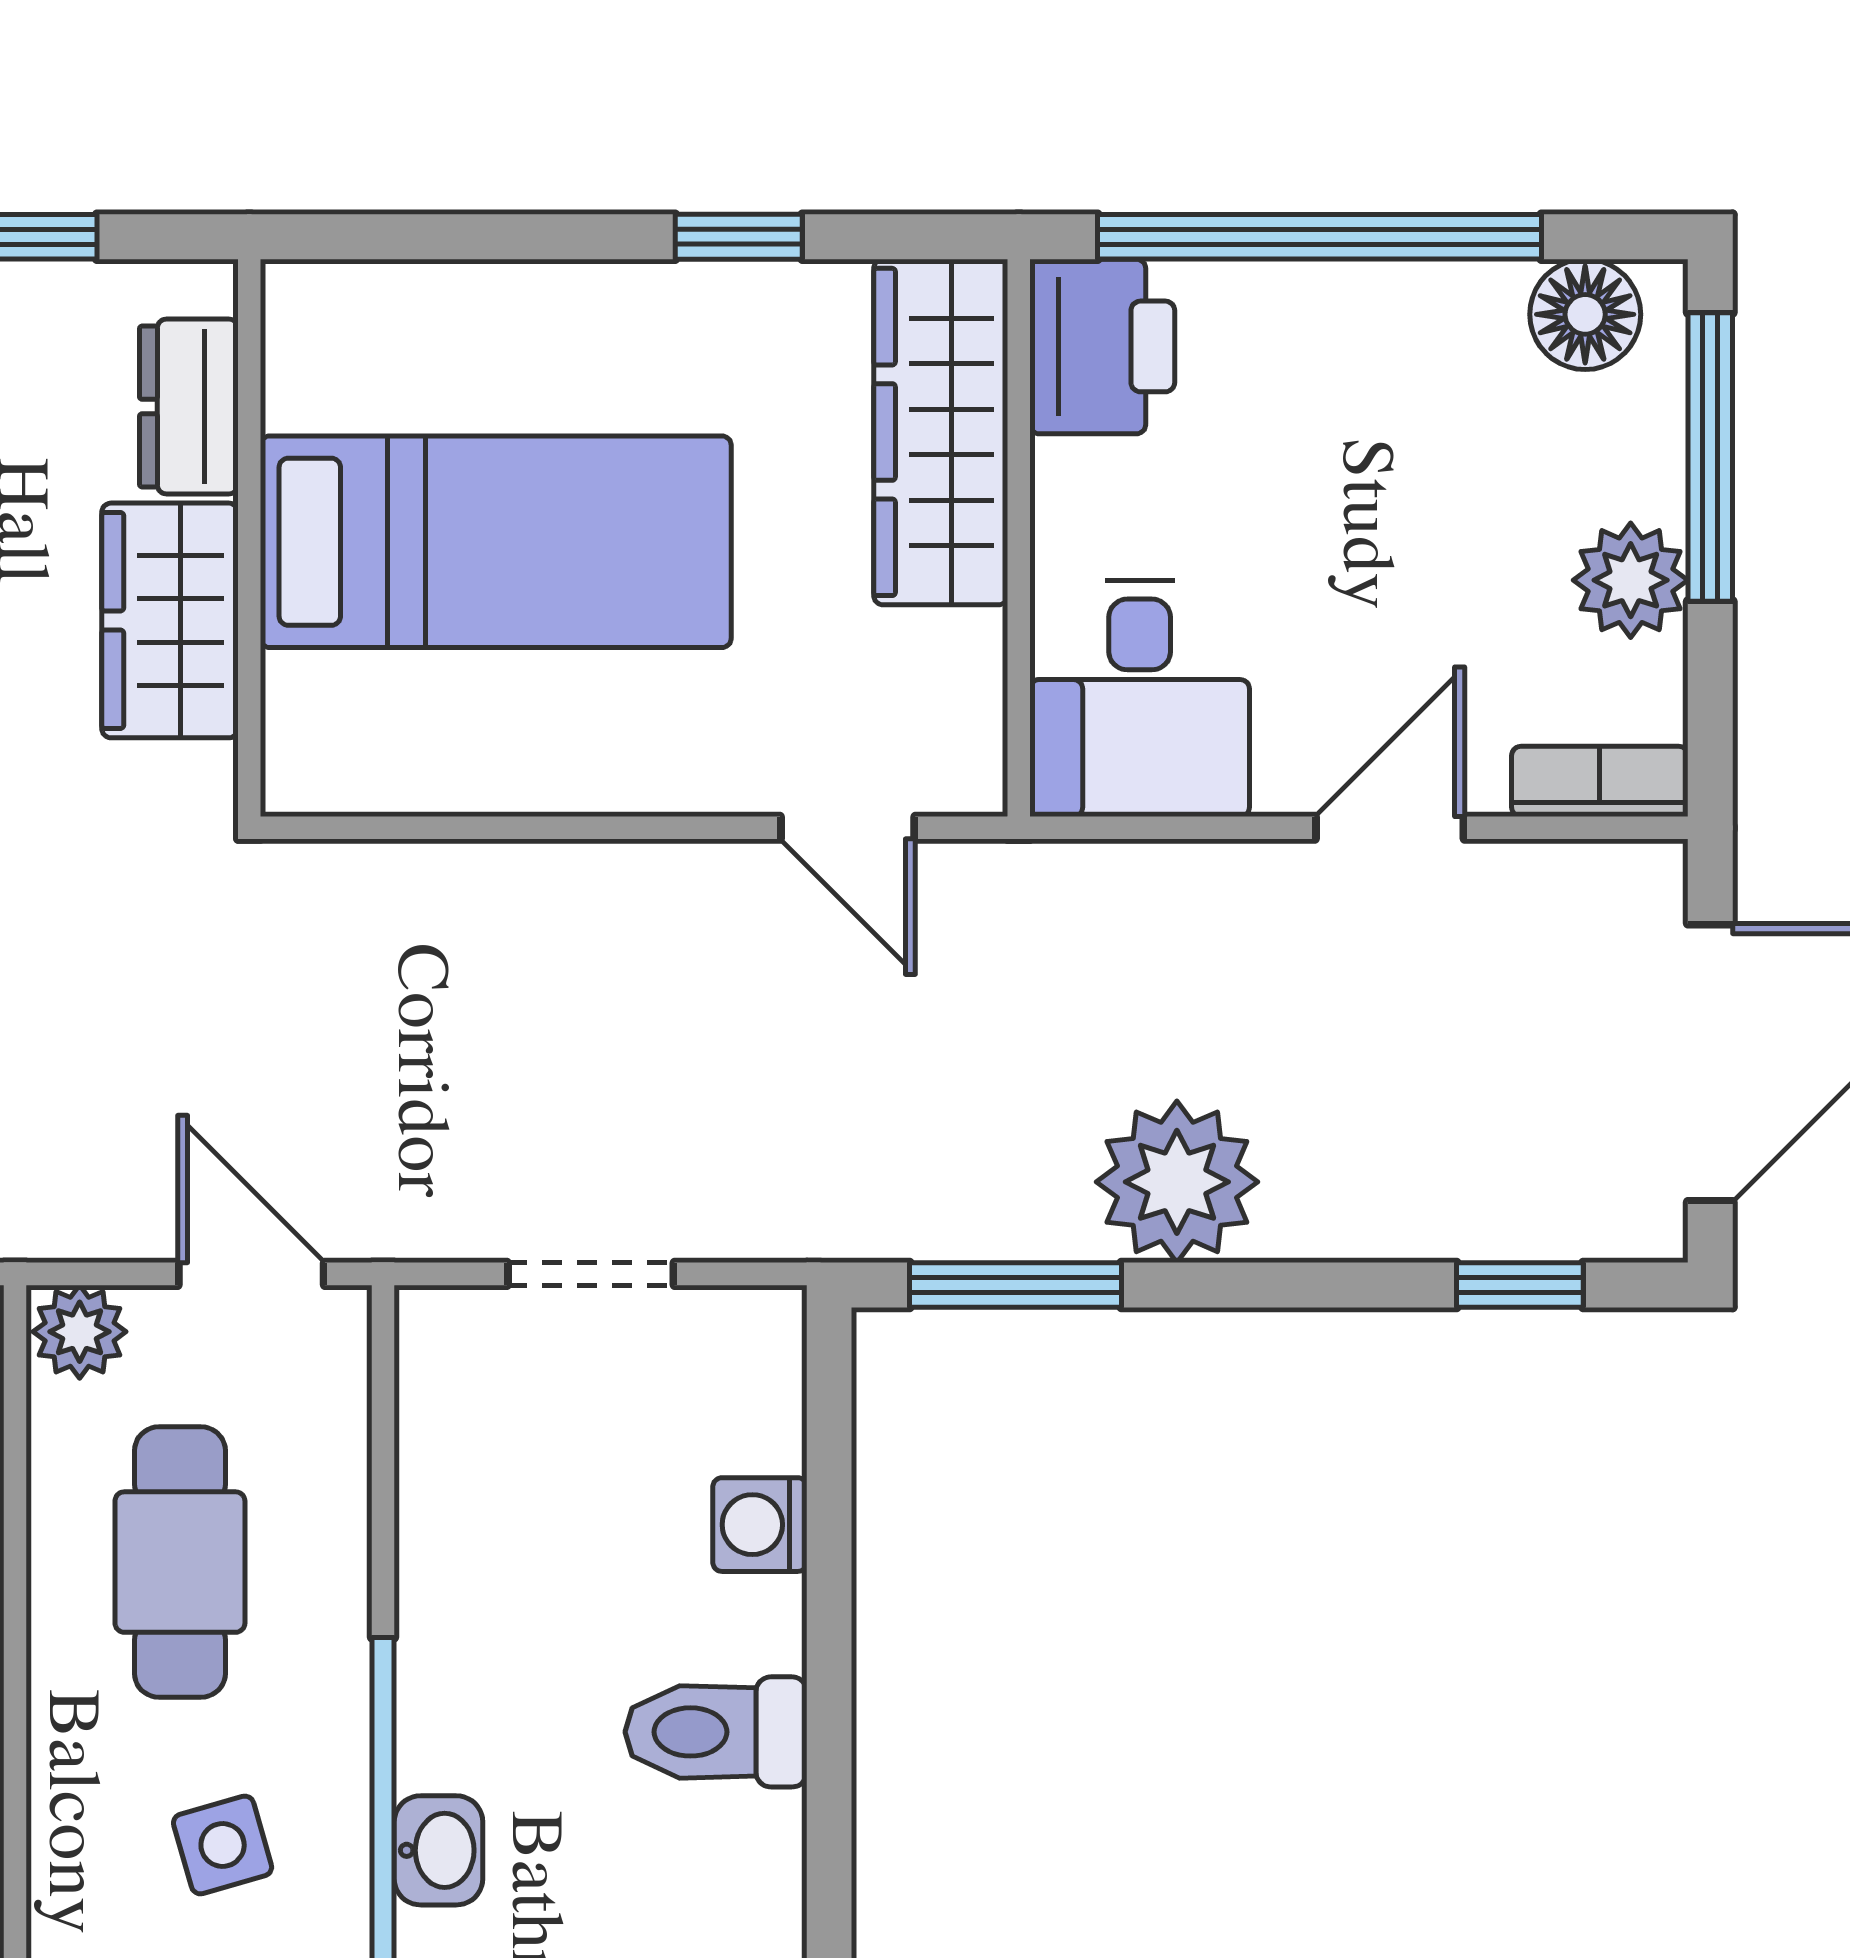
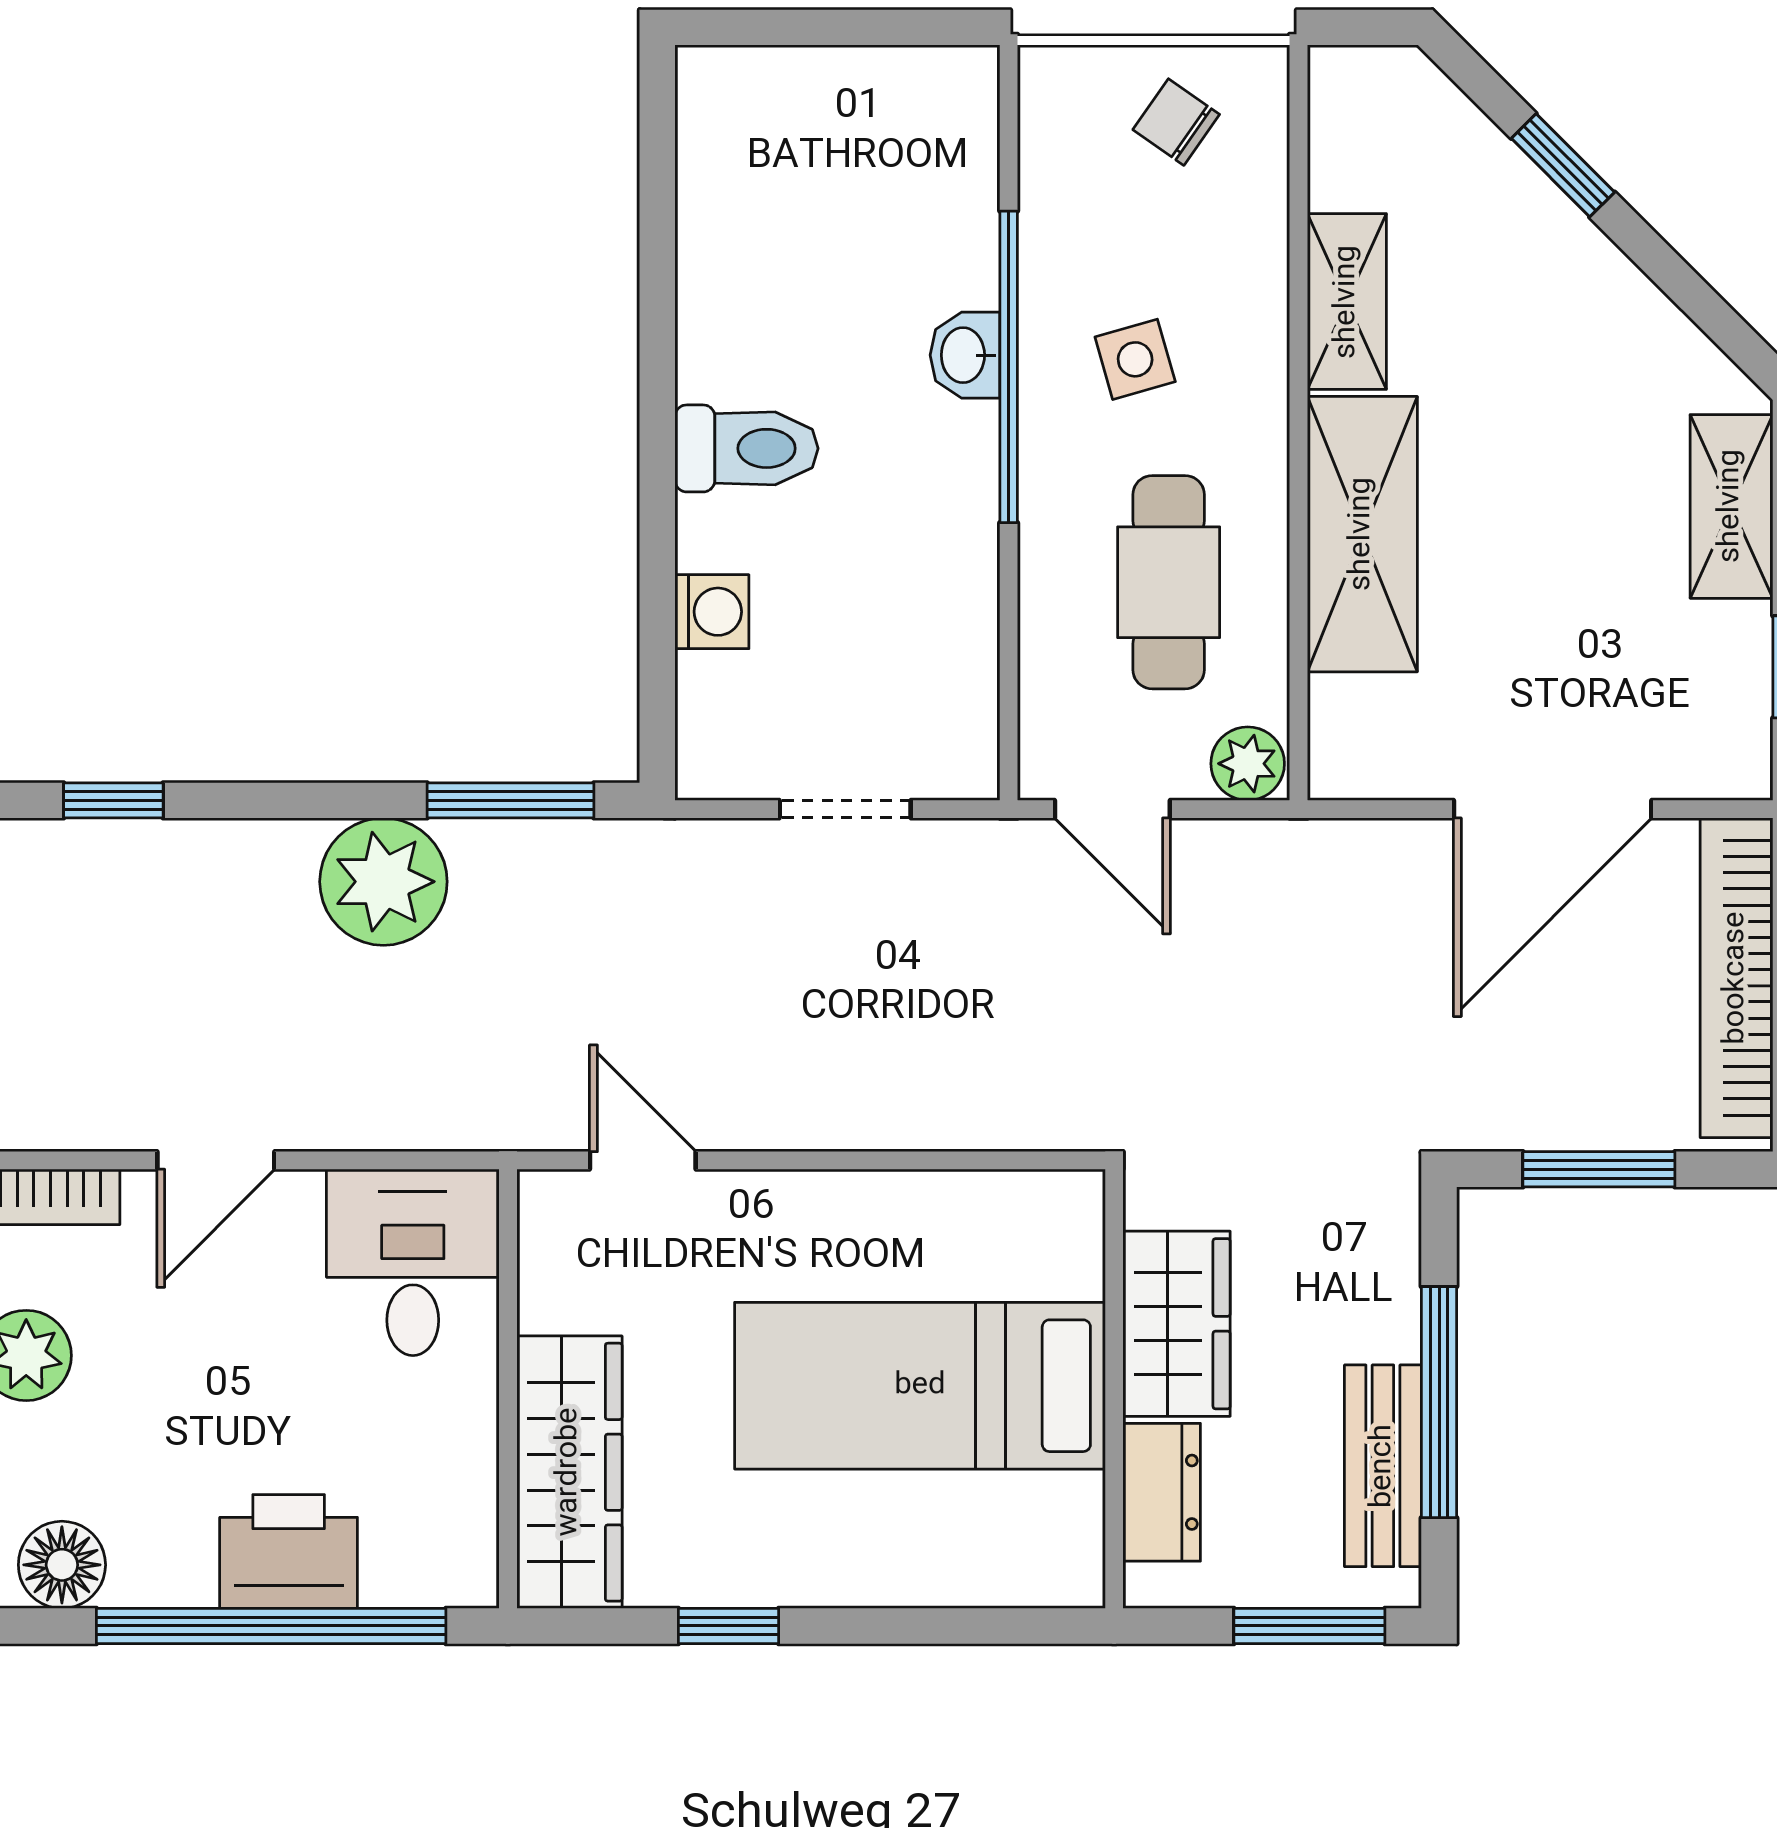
printer: (1102, 346) -> (289, 1551), moved, turned 90

